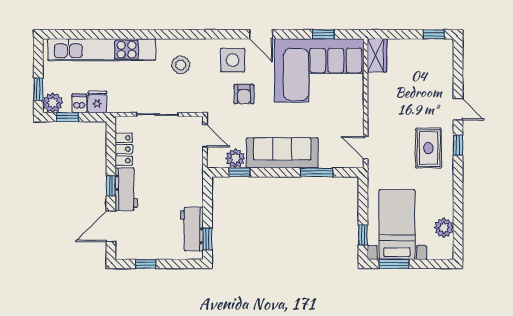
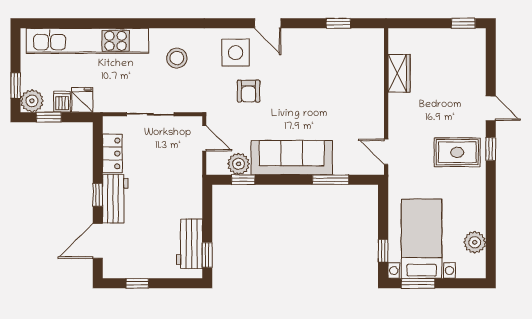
wardrobe: (377, 55) -> (399, 73), moved
corner sofa: (319, 70) -> (334, 64), removed
rug: (428, 148) -> (457, 152), turned 90

